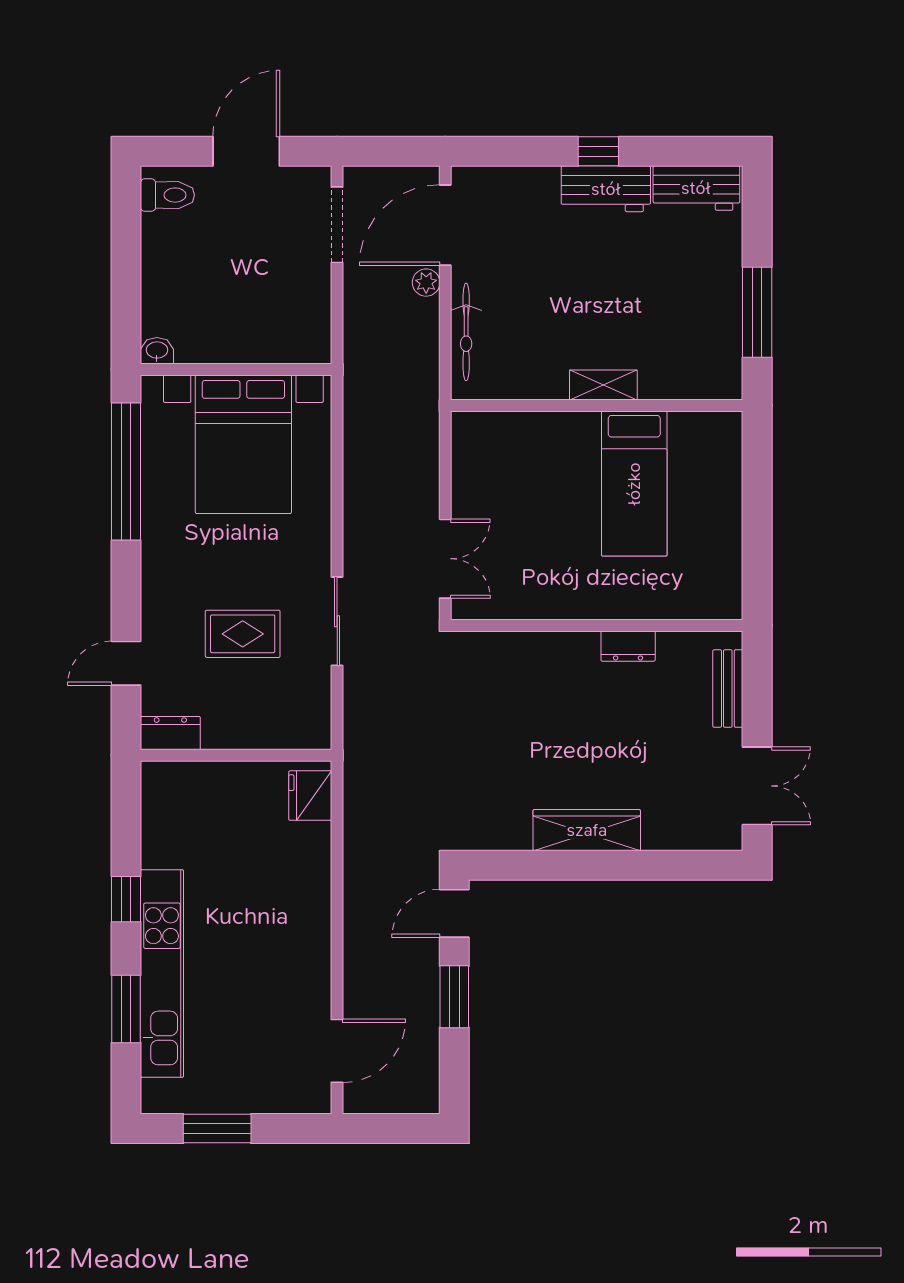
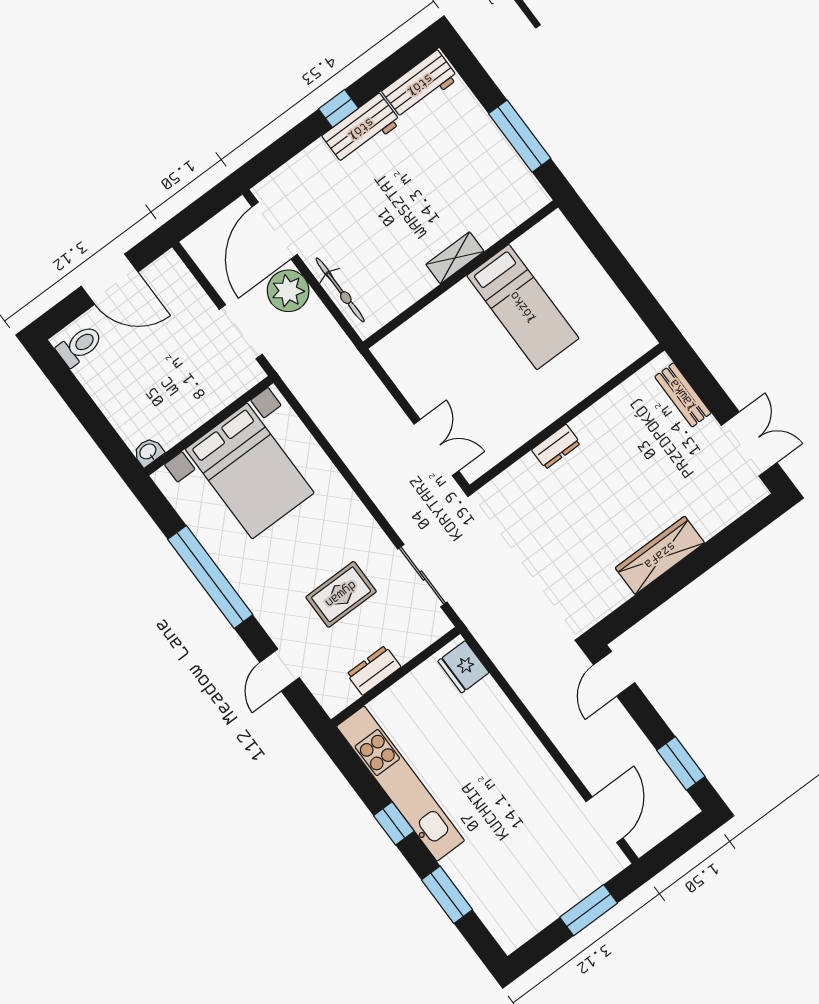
door: (246, 151) -> (110, 279), swing flipped
doorway: (337, 225) -> (241, 332), moved
plant: (426, 283) -> (288, 291), width x1.88, depth x1.88
window: (126, 471) -> (210, 577), moved
sliding door: (337, 621) -> (422, 576), moved
dresser: (628, 646) -> (556, 447), moved
dresser: (170, 733) -> (374, 670), moved
kitchen unit: (162, 974) -> (400, 784), moved
window: (454, 997) -> (681, 763), moved
window: (217, 1129) -> (589, 910), moved

